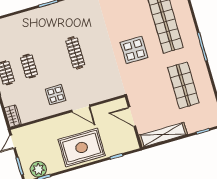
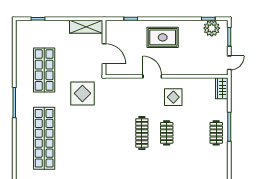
display table: (134, 50) -> (82, 93), moved
clothes rail: (29, 66) -> (167, 133), moved
shelving: (163, 135) -> (86, 27), width x0.68
rug: (82, 148) -> (163, 37), width x0.73, depth x0.69

